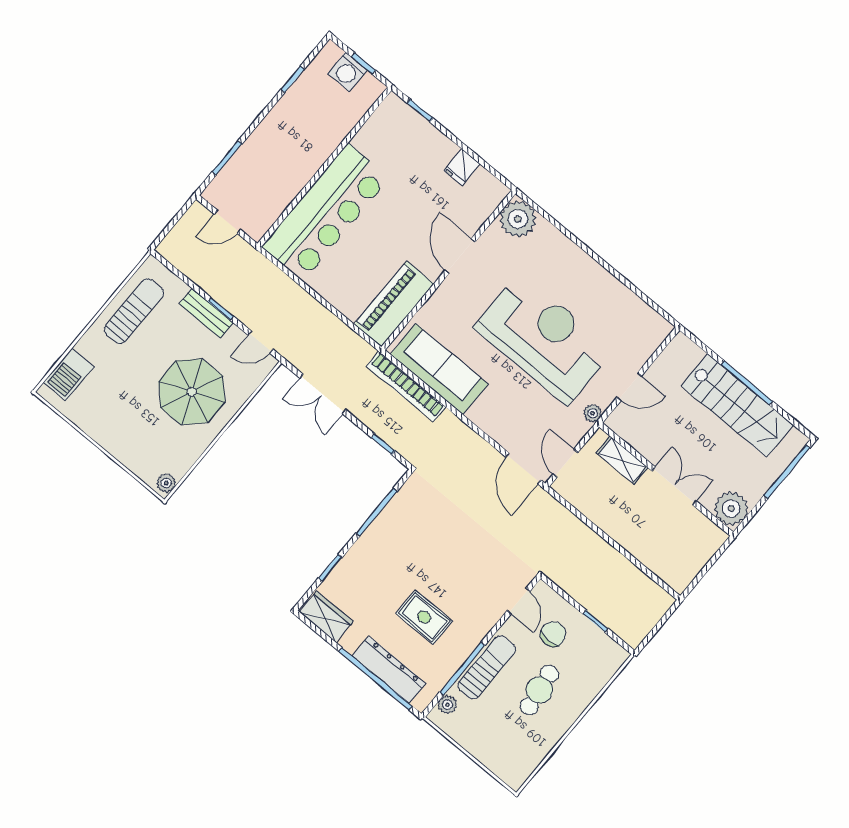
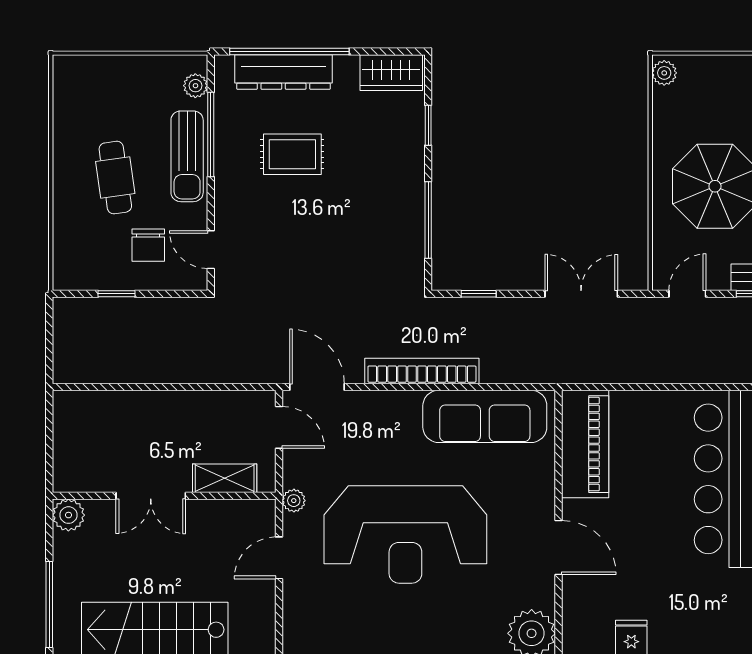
bookcase: (406, 387) -> (422, 371), moved
plant: (731, 508) -> (68, 515), width x0.73, depth x0.73

